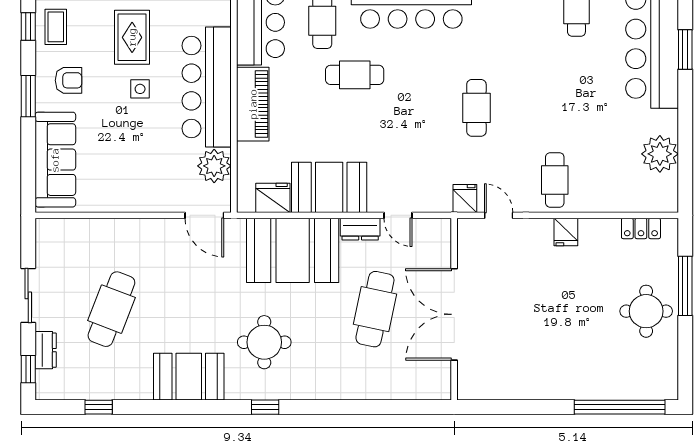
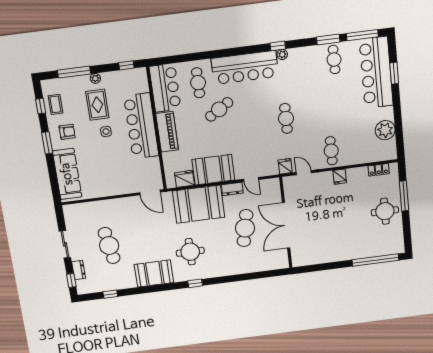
cafe table: (355, 75) -> (219, 109), turned -32
plant: (214, 166) -> (151, 167), removed
cafe table: (111, 309) -> (109, 246), turned -30

